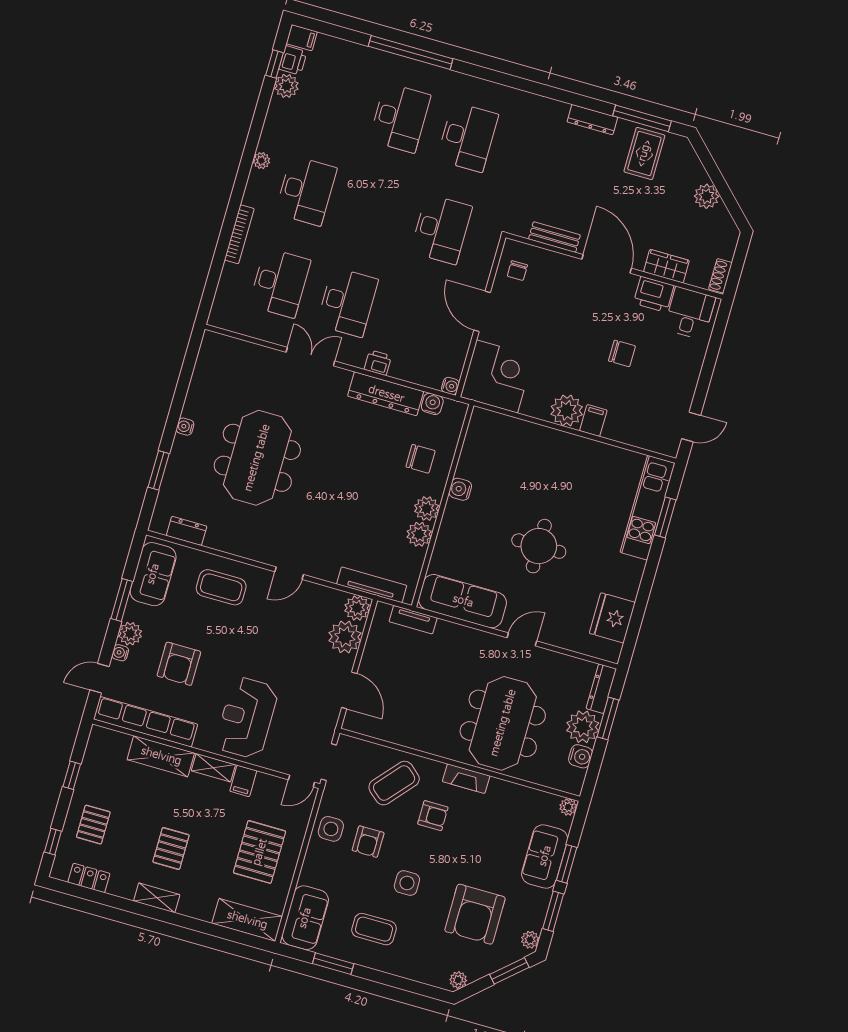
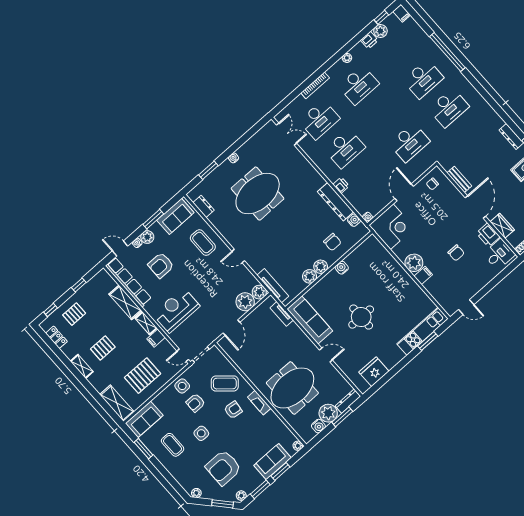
printer: (293, 60) -> (369, 40), moved
double door: (310, 357) -> (287, 134), moved
armchair: (433, 816) -> (233, 410), turned -83

